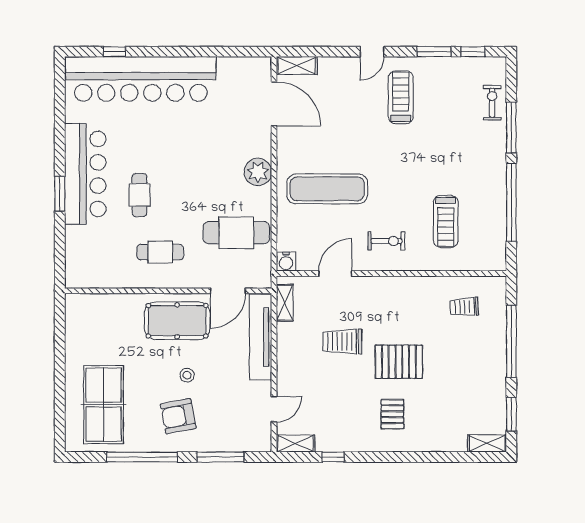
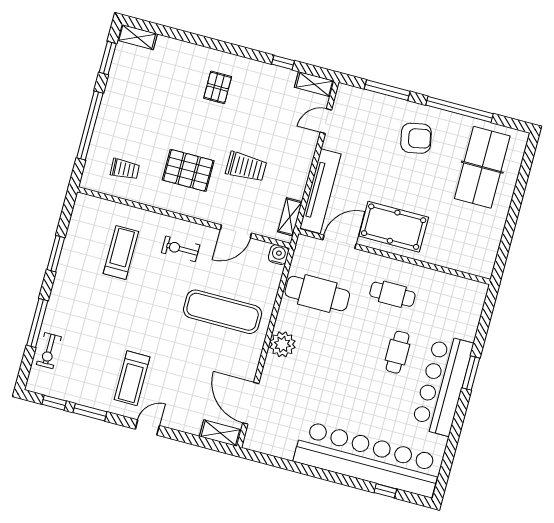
window: (511, 203) -> (56, 254), width x0.47
pallet: (399, 362) -> (188, 170), moved
stool: (187, 375) -> (398, 174), removed

